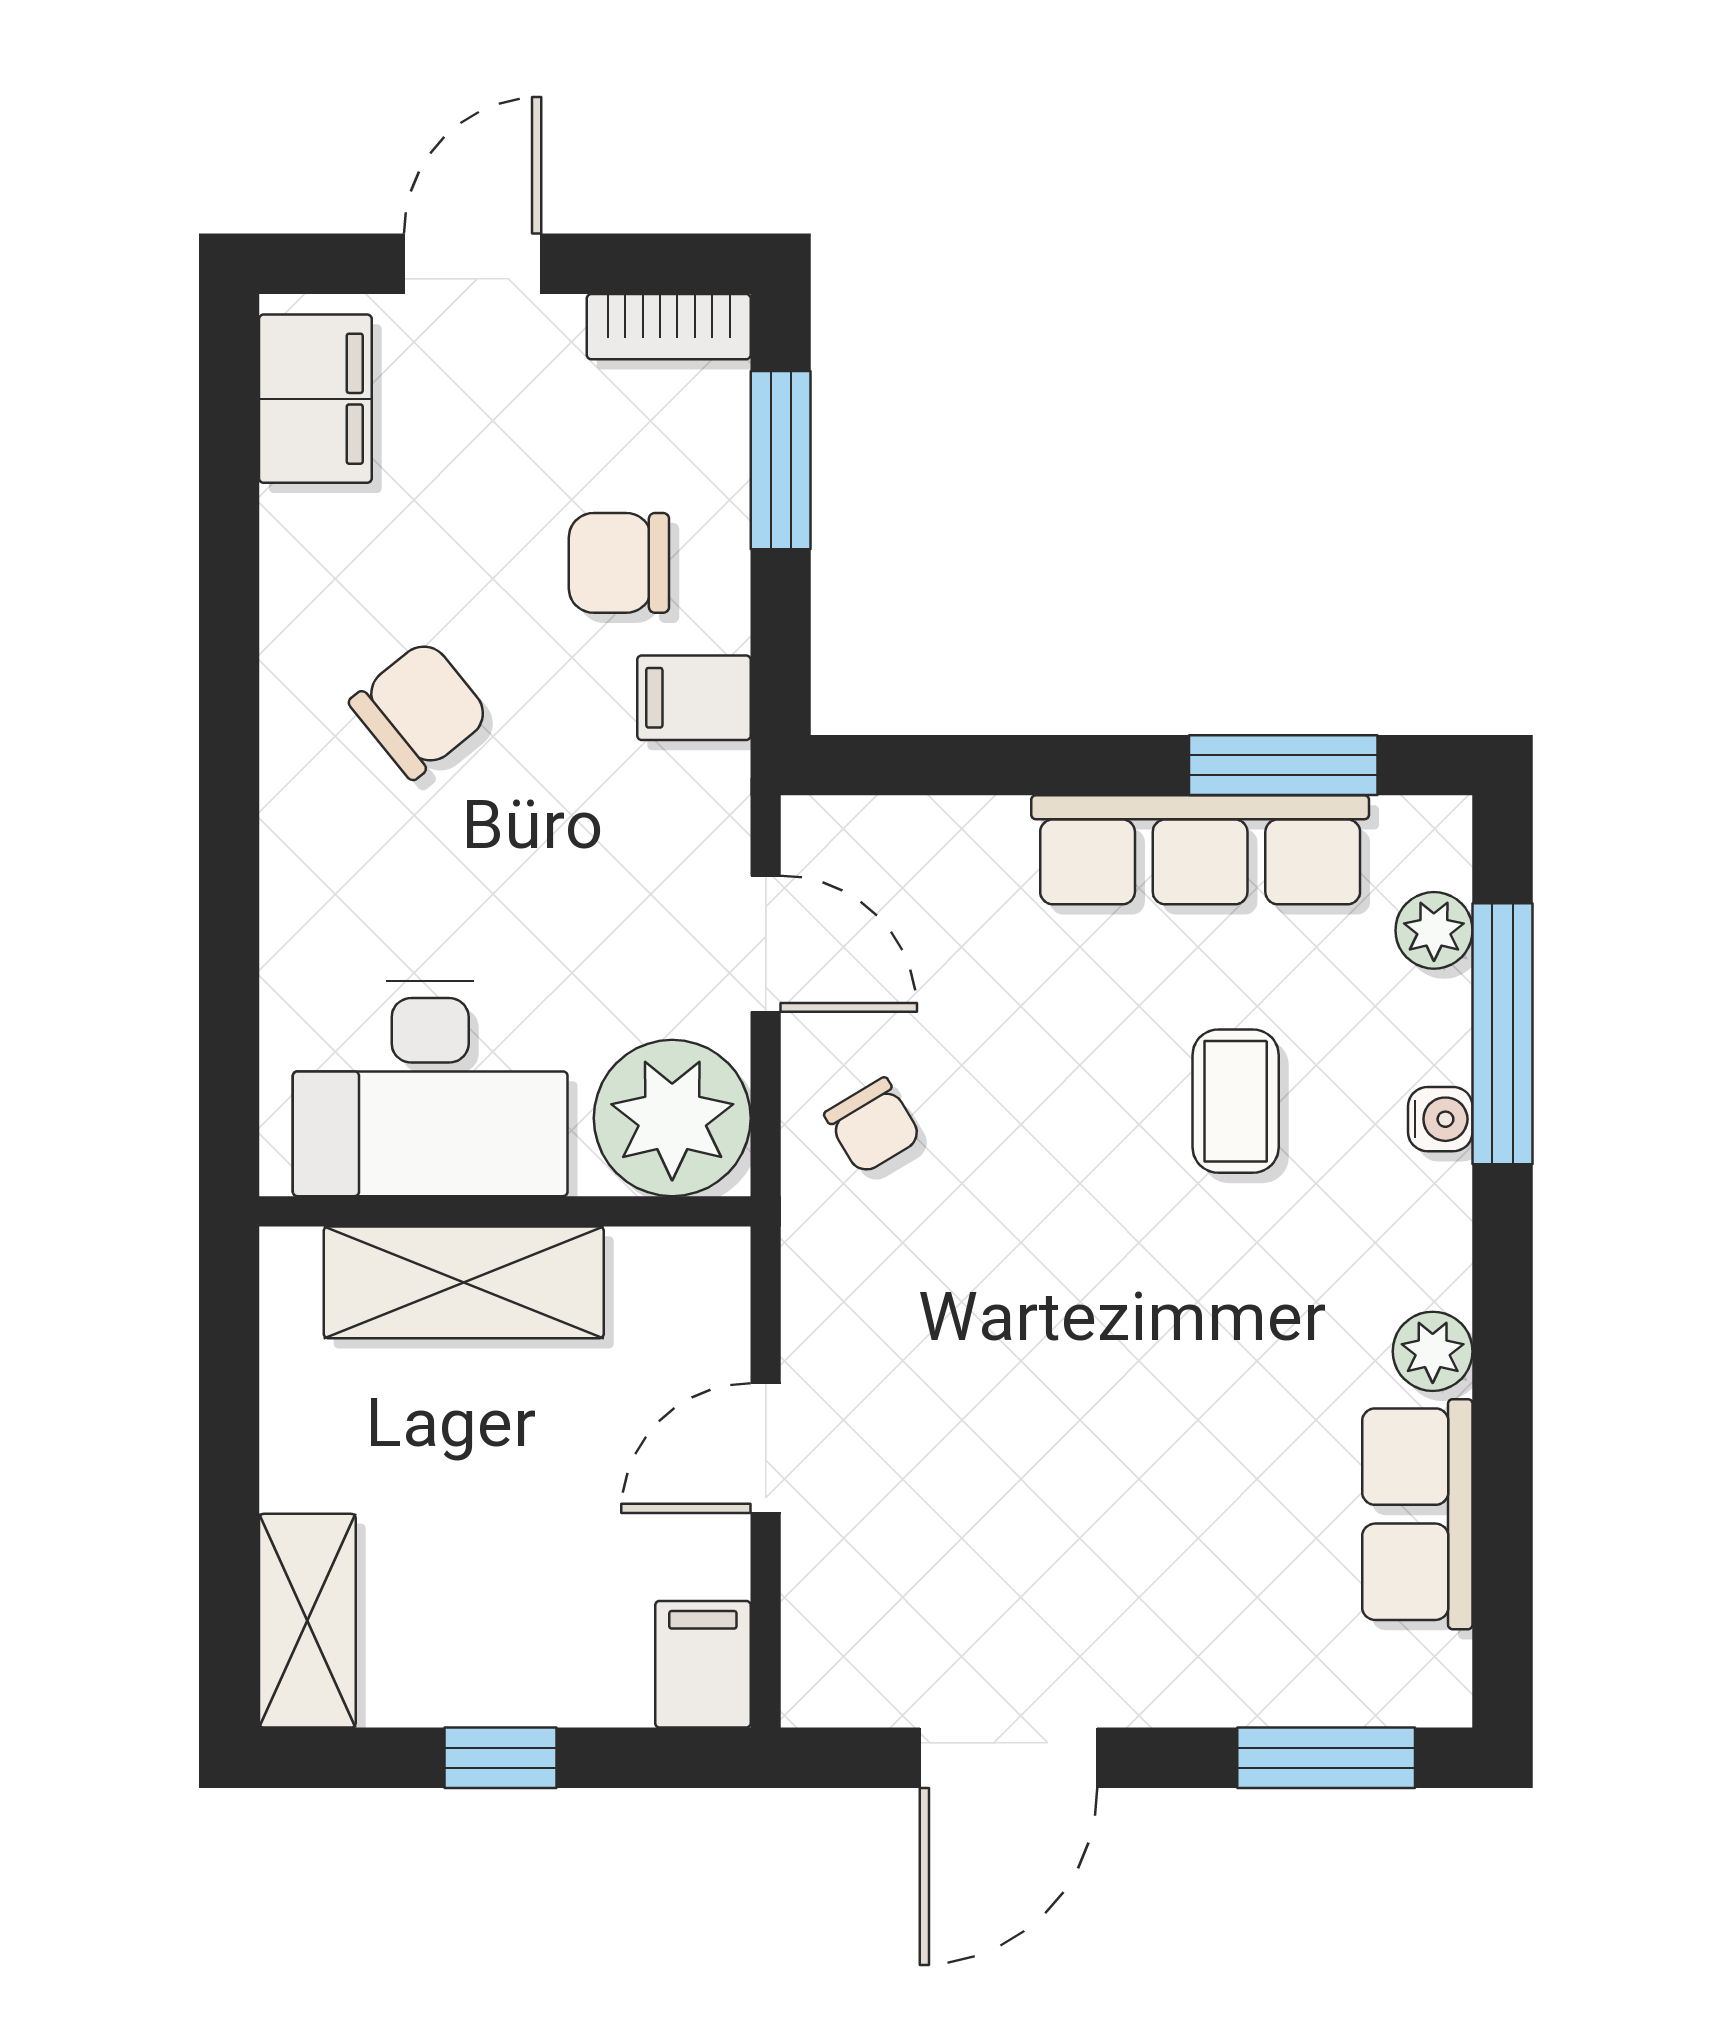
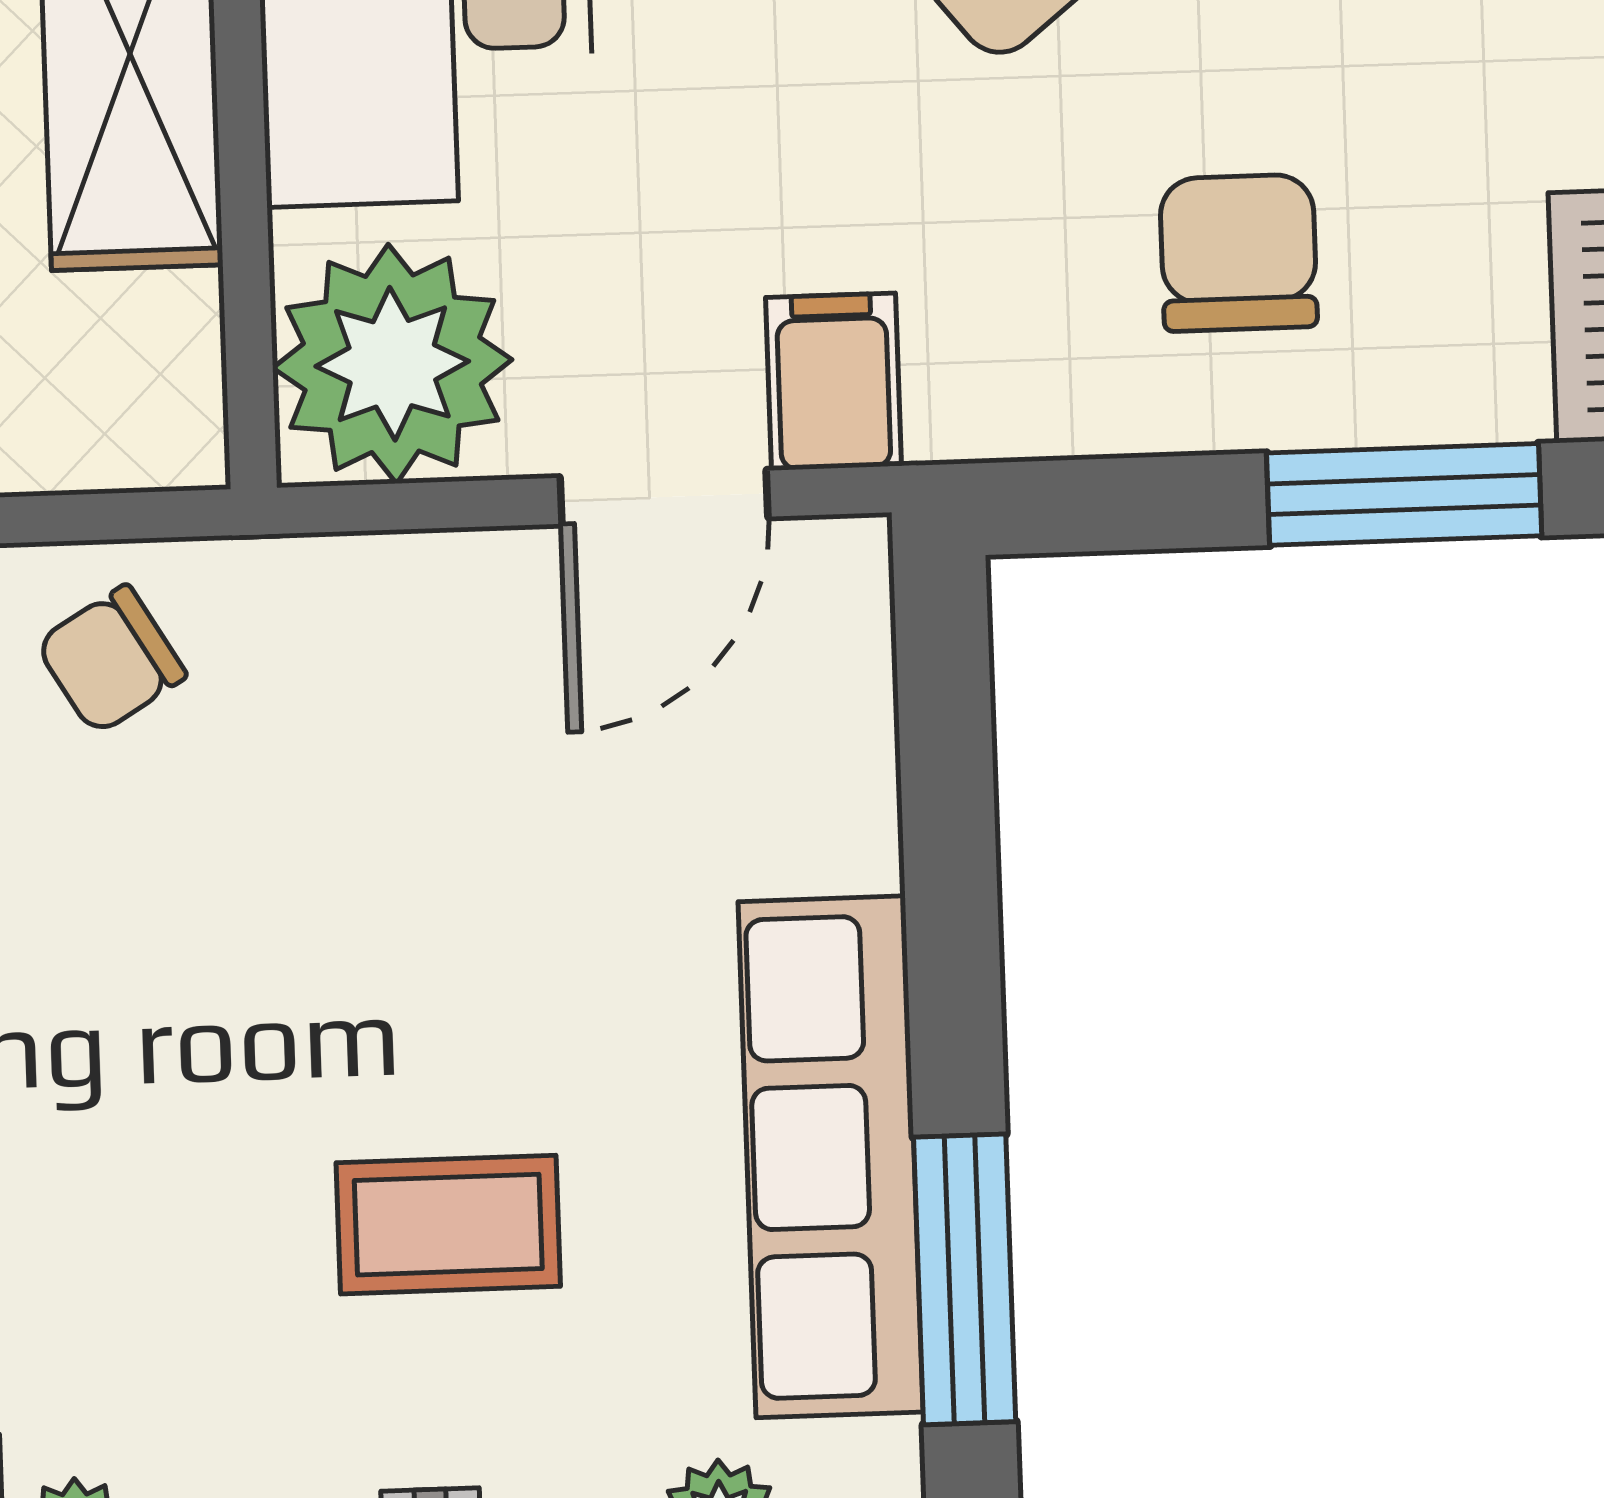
filing cabinet: (694, 698) -> (833, 382), moved
chair: (873, 1126) -> (111, 660), moved

